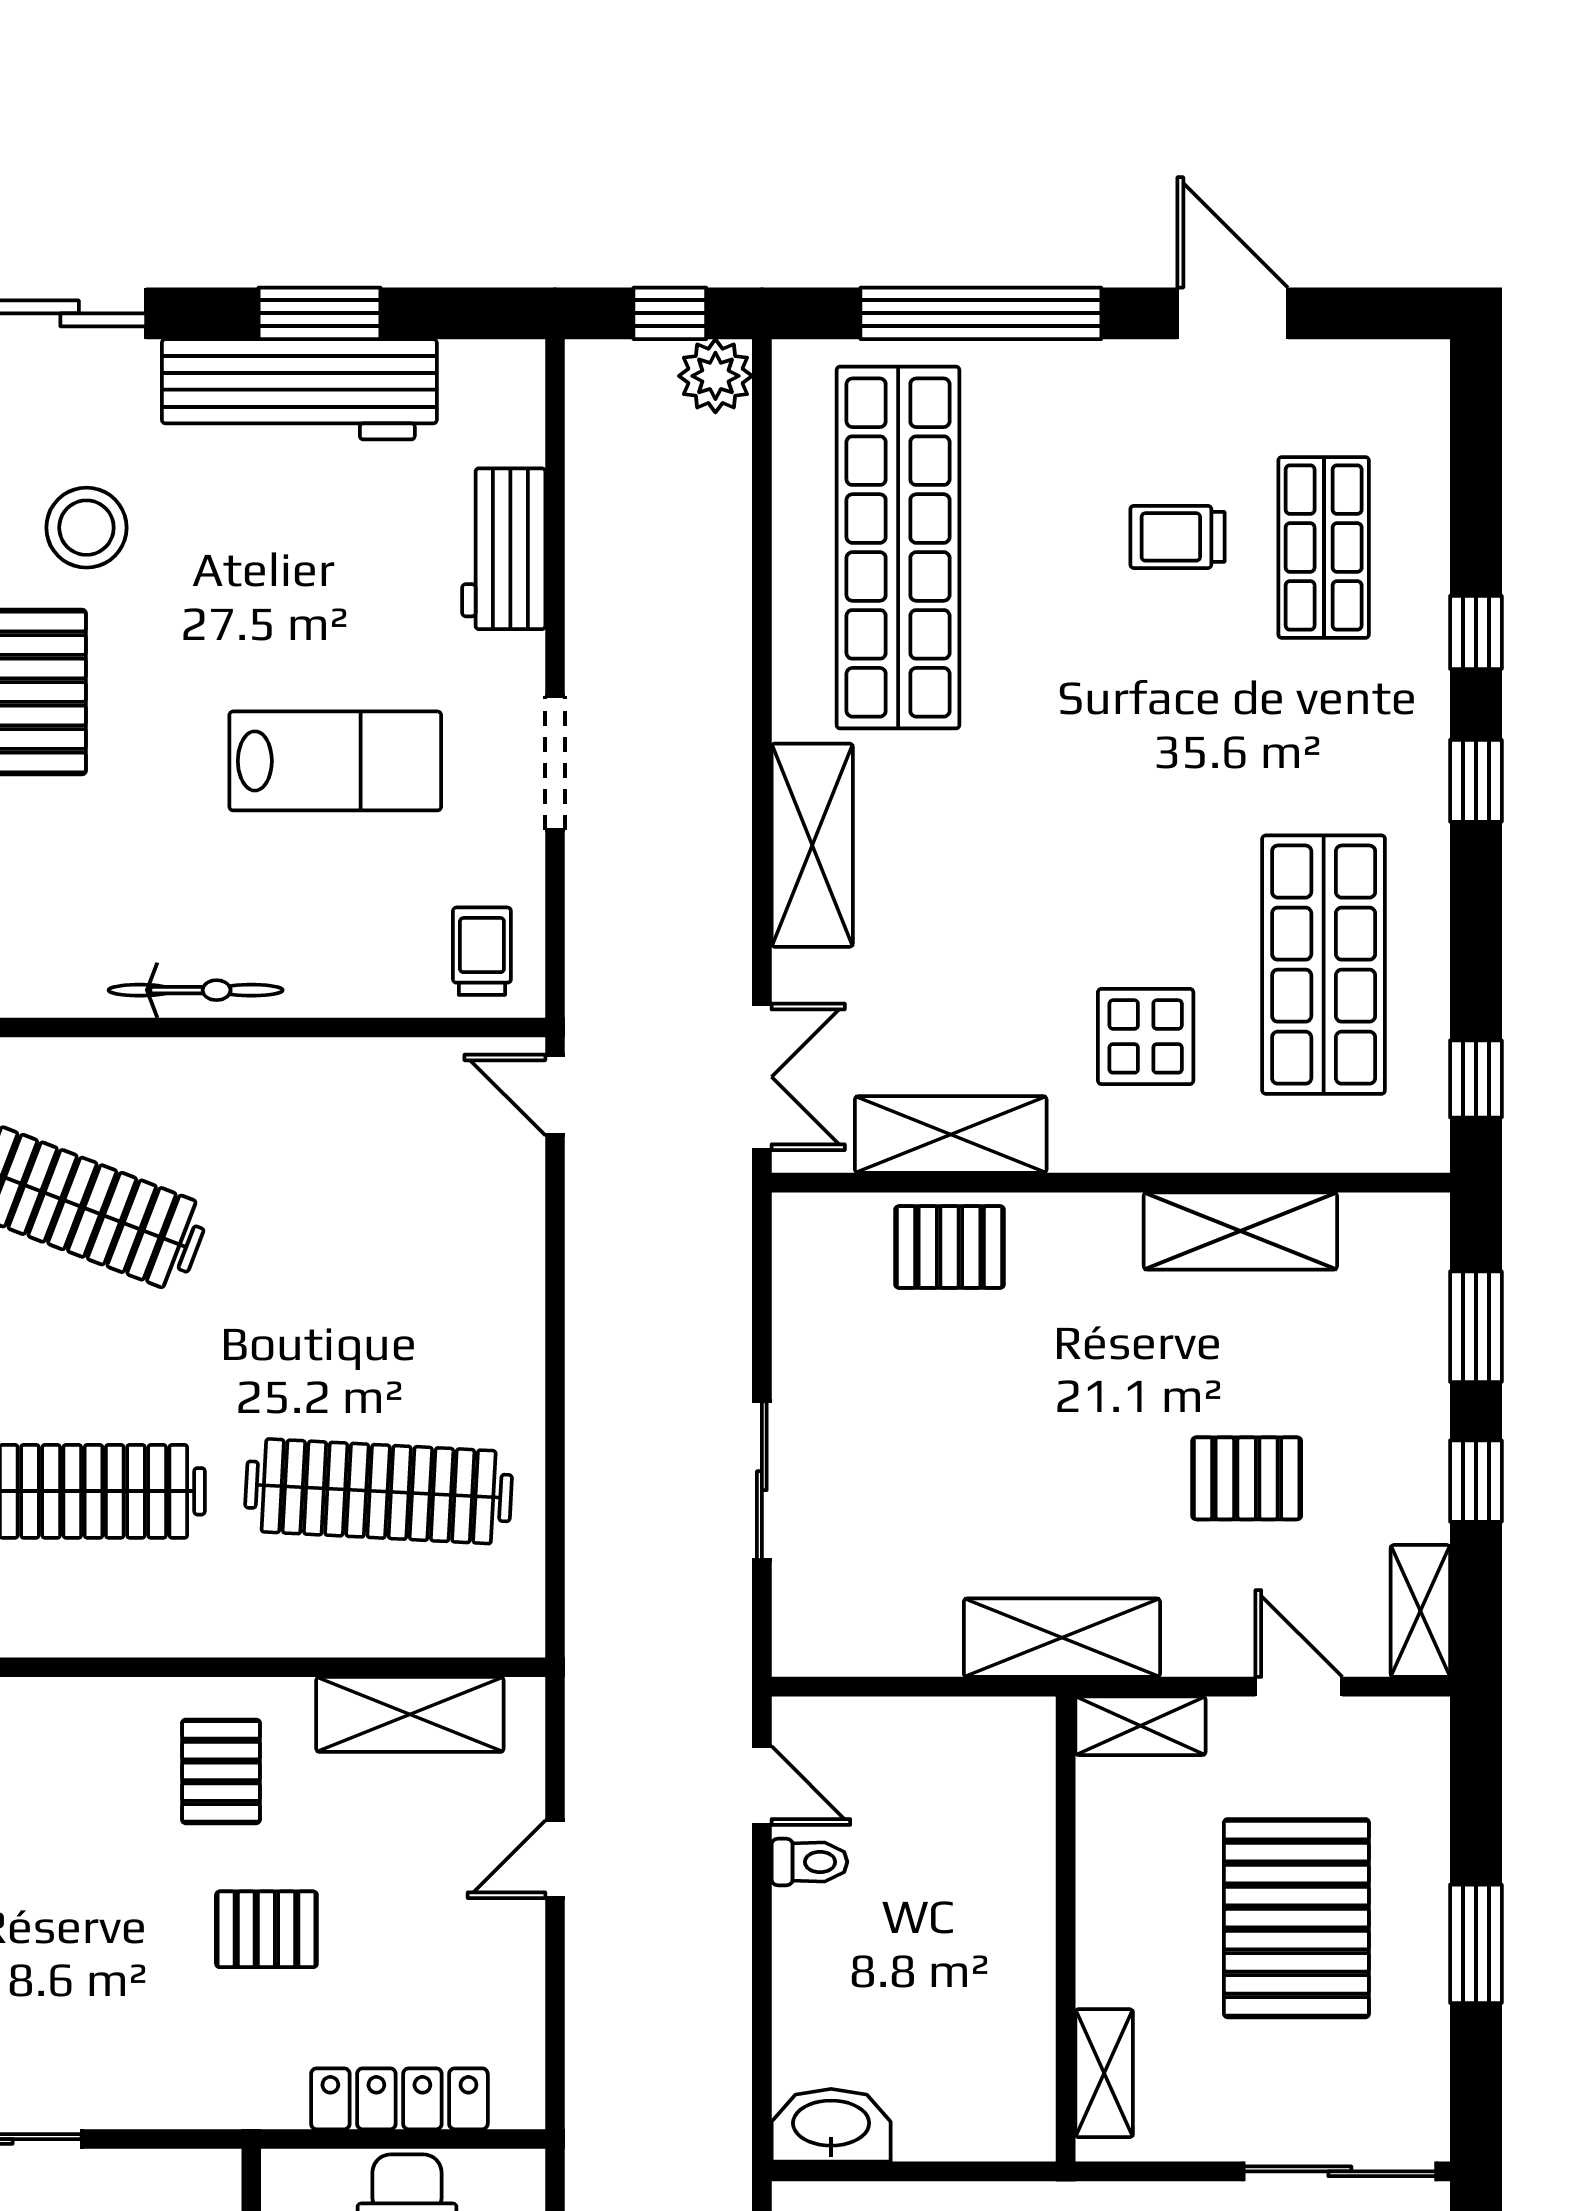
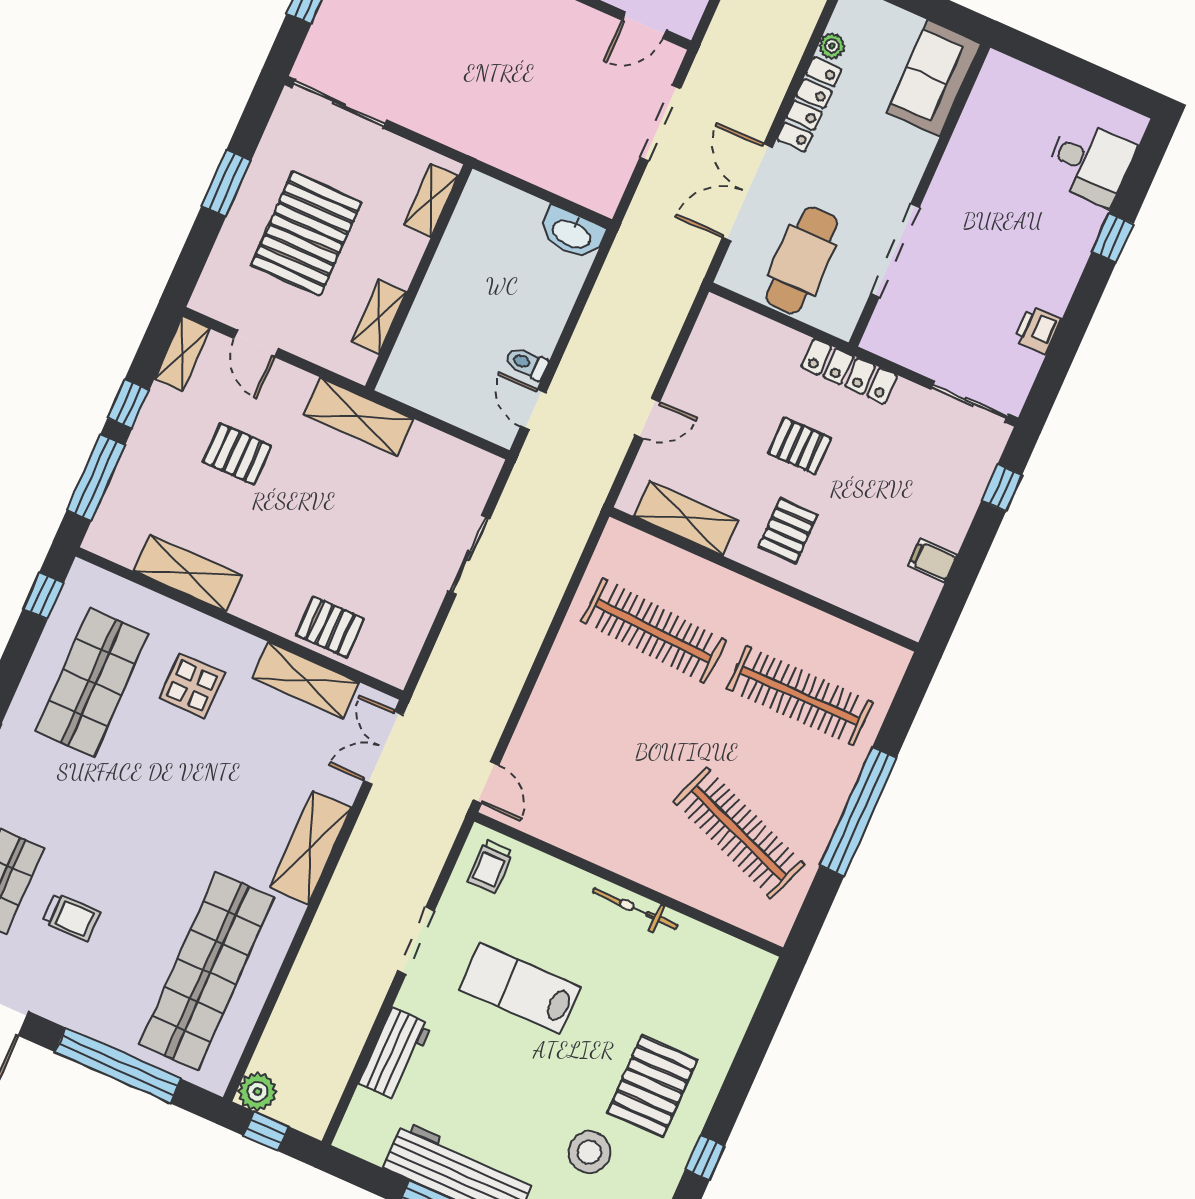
window: (1476, 1327) -> (96, 478), width x1.44
shelving: (1140, 1726) -> (379, 317), moved, turned 90
locker: (399, 2099) -> (849, 371), moved

